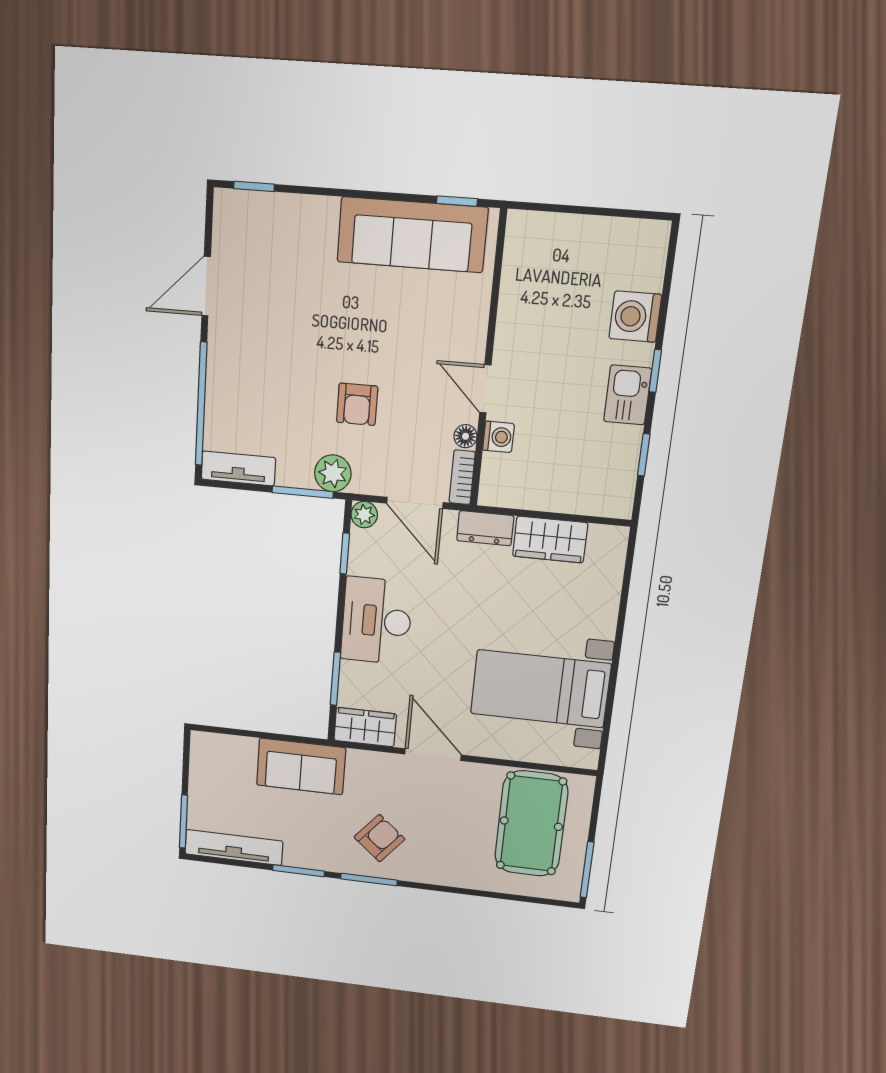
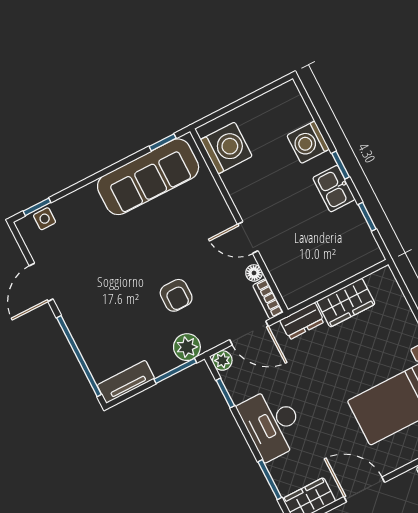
side table: (255, 208) -> (45, 219), added
washing machine: (499, 437) -> (226, 148), moved, width x1.89, depth x1.89

